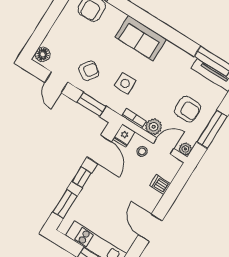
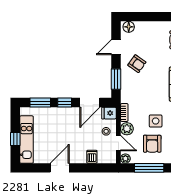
side table: (125, 83) -> (156, 121), moved

